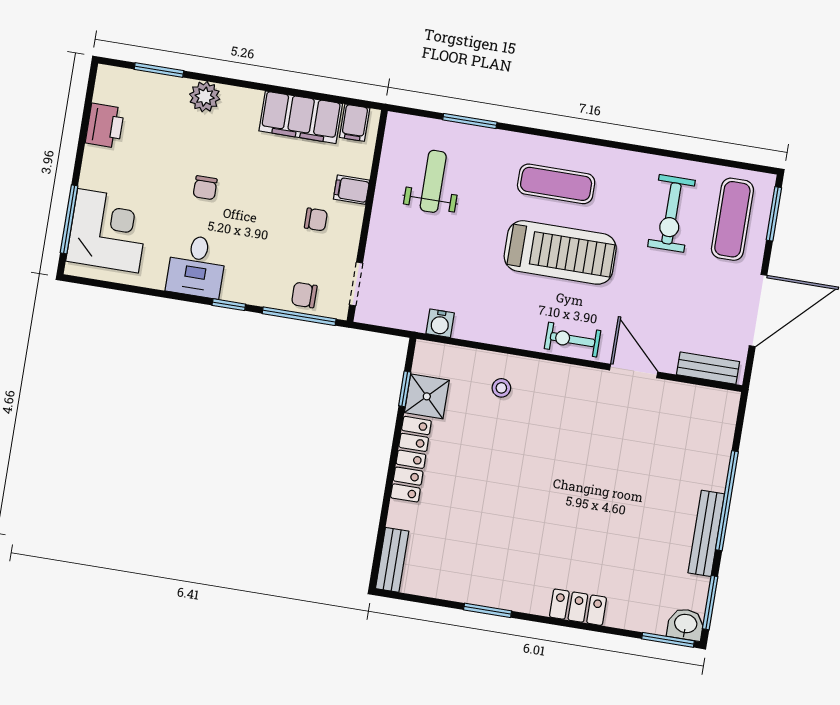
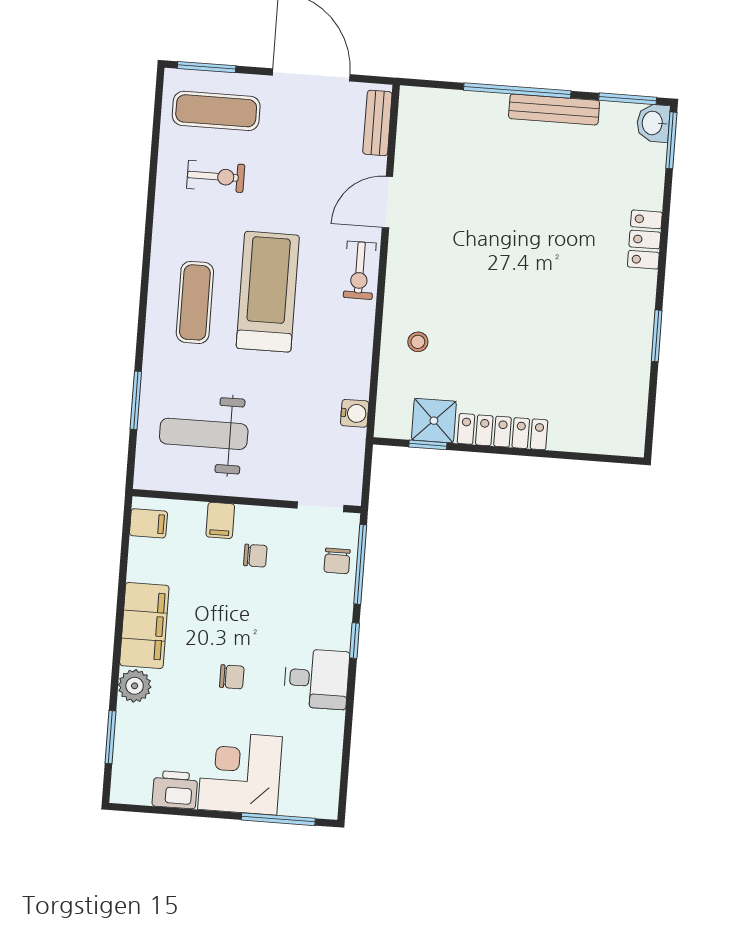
filing cabinet: (301, 117) -> (144, 625), moved
weight bench: (433, 181) -> (204, 434), width x1.36, depth x1.33
exercise bike: (671, 213) -> (216, 176), width x0.73, depth x0.72
chair: (316, 219) -> (255, 556), turned 90
corner desk: (108, 231) -> (240, 773), moved
bench: (392, 560) -> (612, 442), removed

